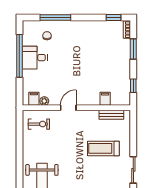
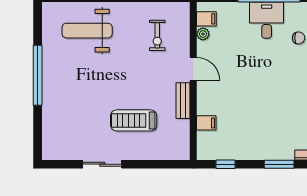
bench: (111, 115) -> (183, 101), moved
exercise bike: (39, 124) -> (157, 35), moved
treadmill: (103, 148) -> (134, 120), turned -90

